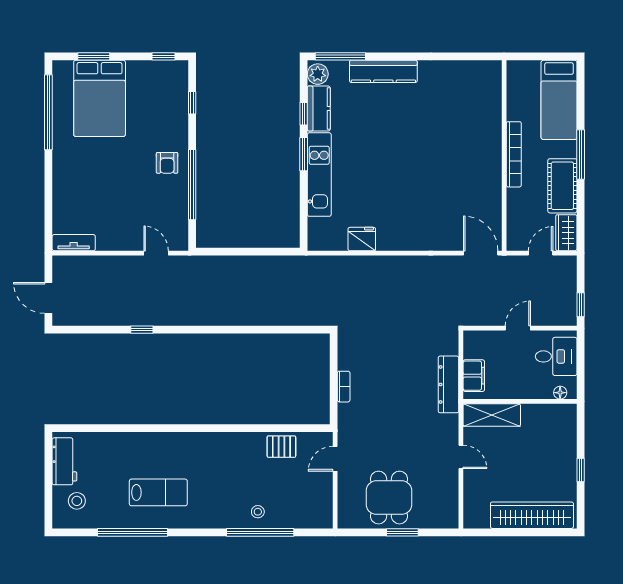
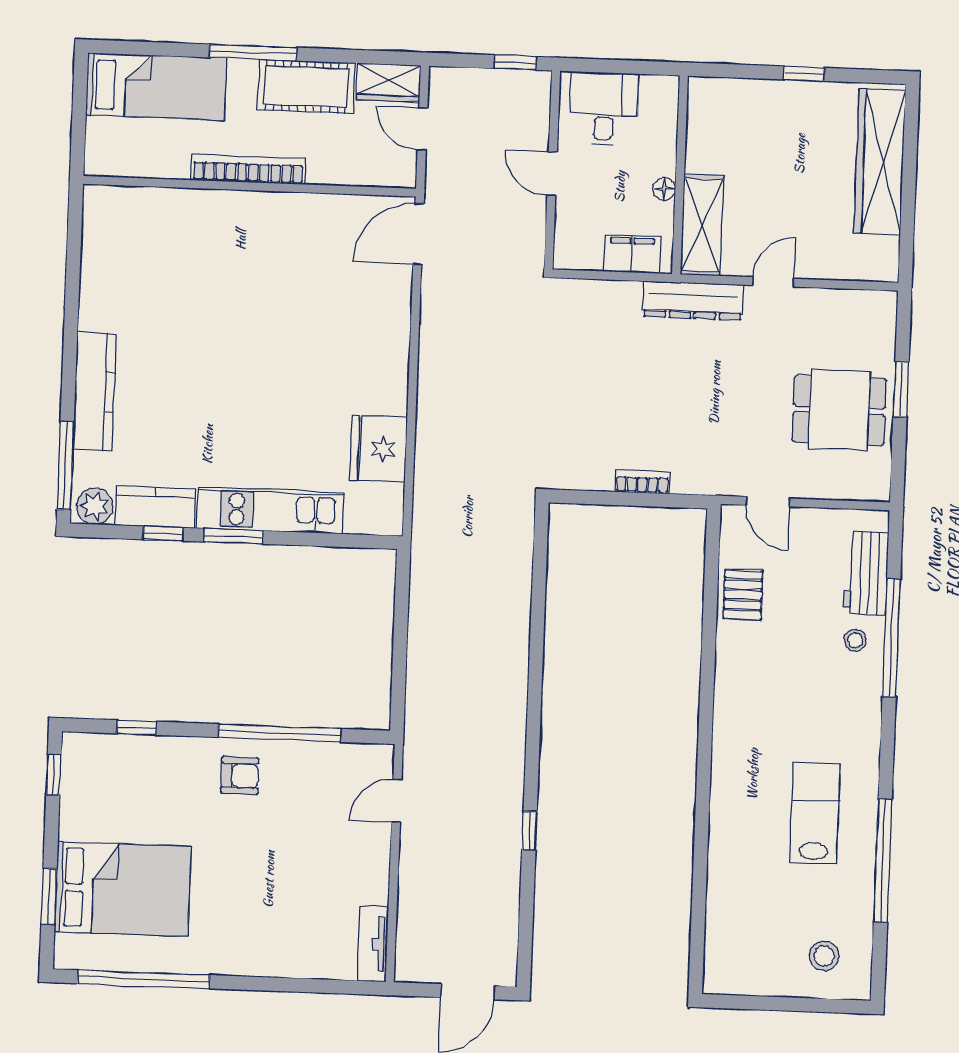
fridge: (362, 239) -> (379, 449), width x1.36, depth x1.34
dresser: (448, 384) -> (693, 301), moved
floor lamp: (560, 393) -> (664, 189), moved
workbench: (64, 461) -> (866, 573), moved, turned -90

